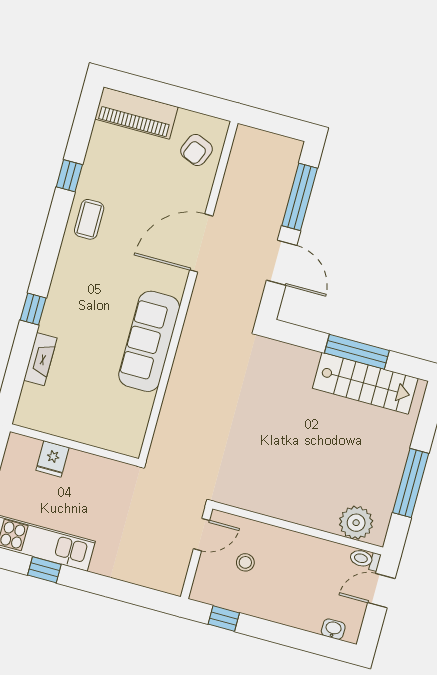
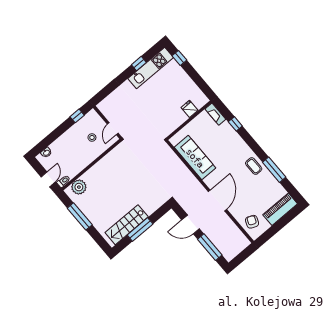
window: (69, 176) -> (274, 170), width x2.17
wall: (74, 445) -> (189, 120), moved
fridge: (52, 459) -> (189, 109), moved

